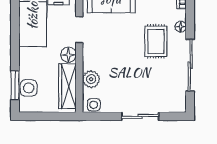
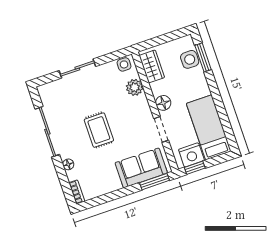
rug: (156, 41) -> (99, 130), moved
wardrobe: (67, 86) -> (152, 66), width x0.67

